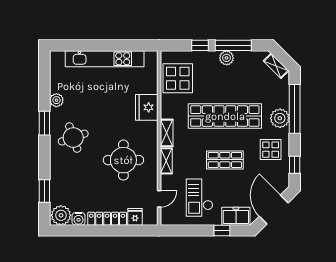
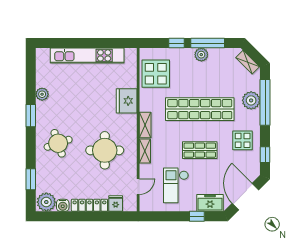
plant: (280, 118) -> (251, 100), moved
round table: (73, 138) -> (58, 143), moved

